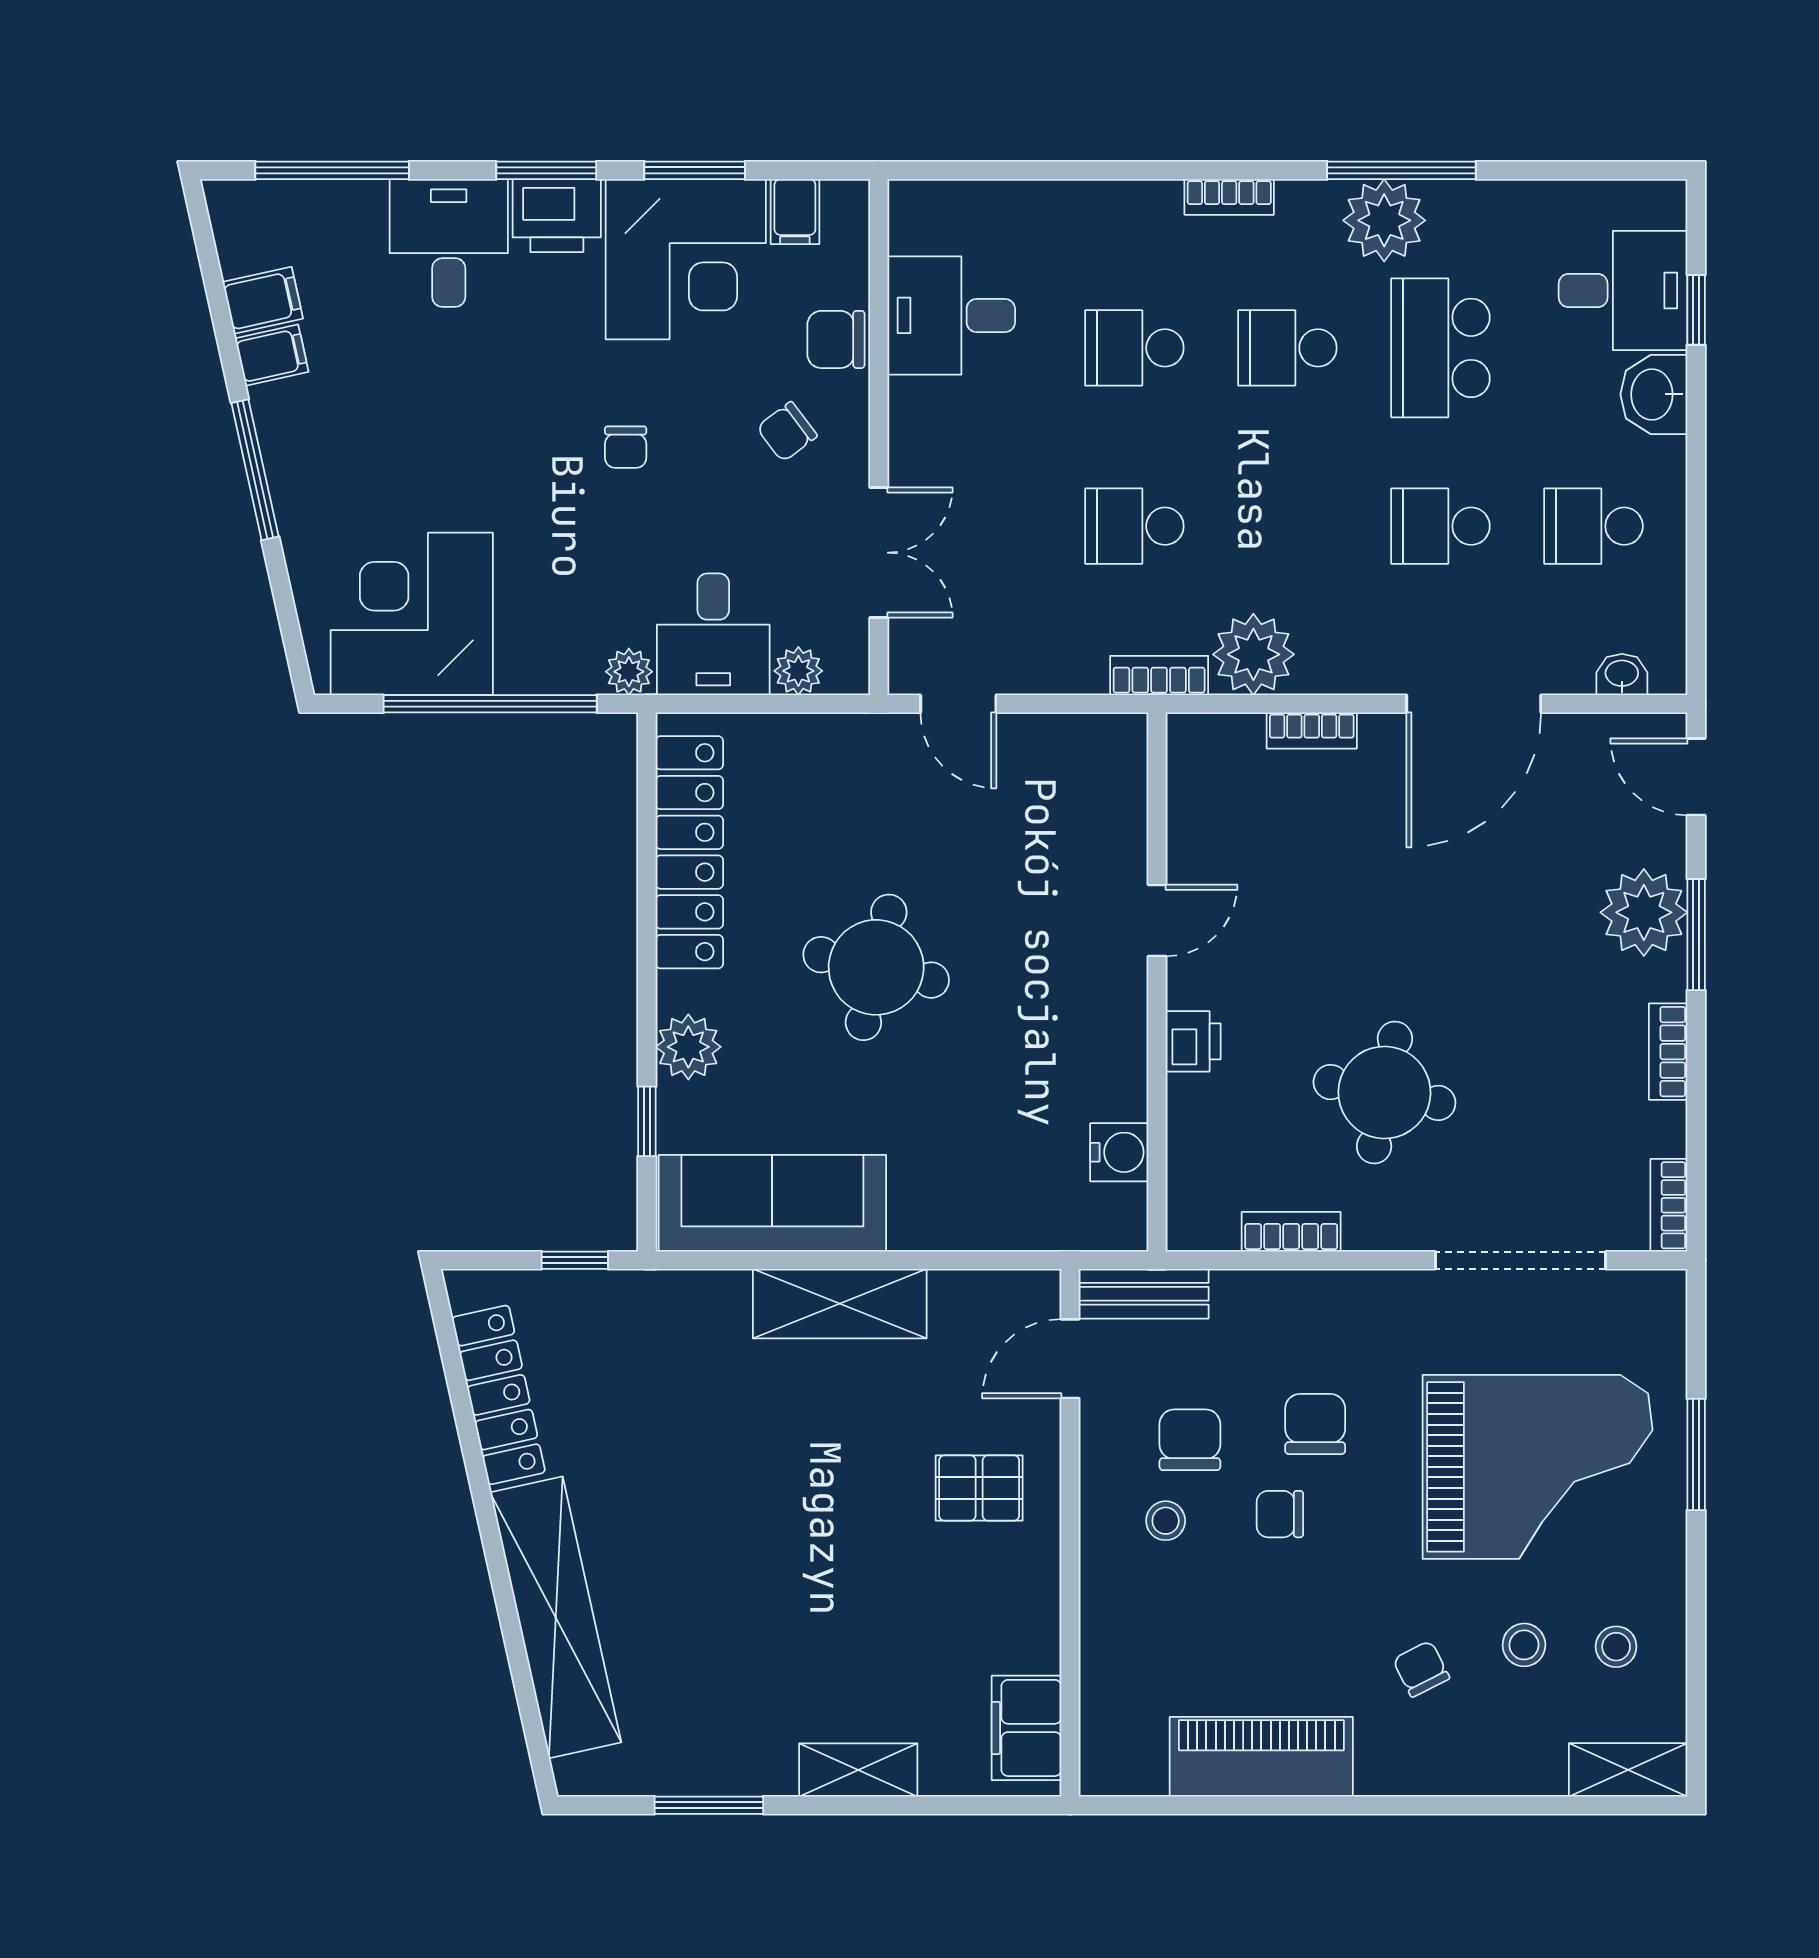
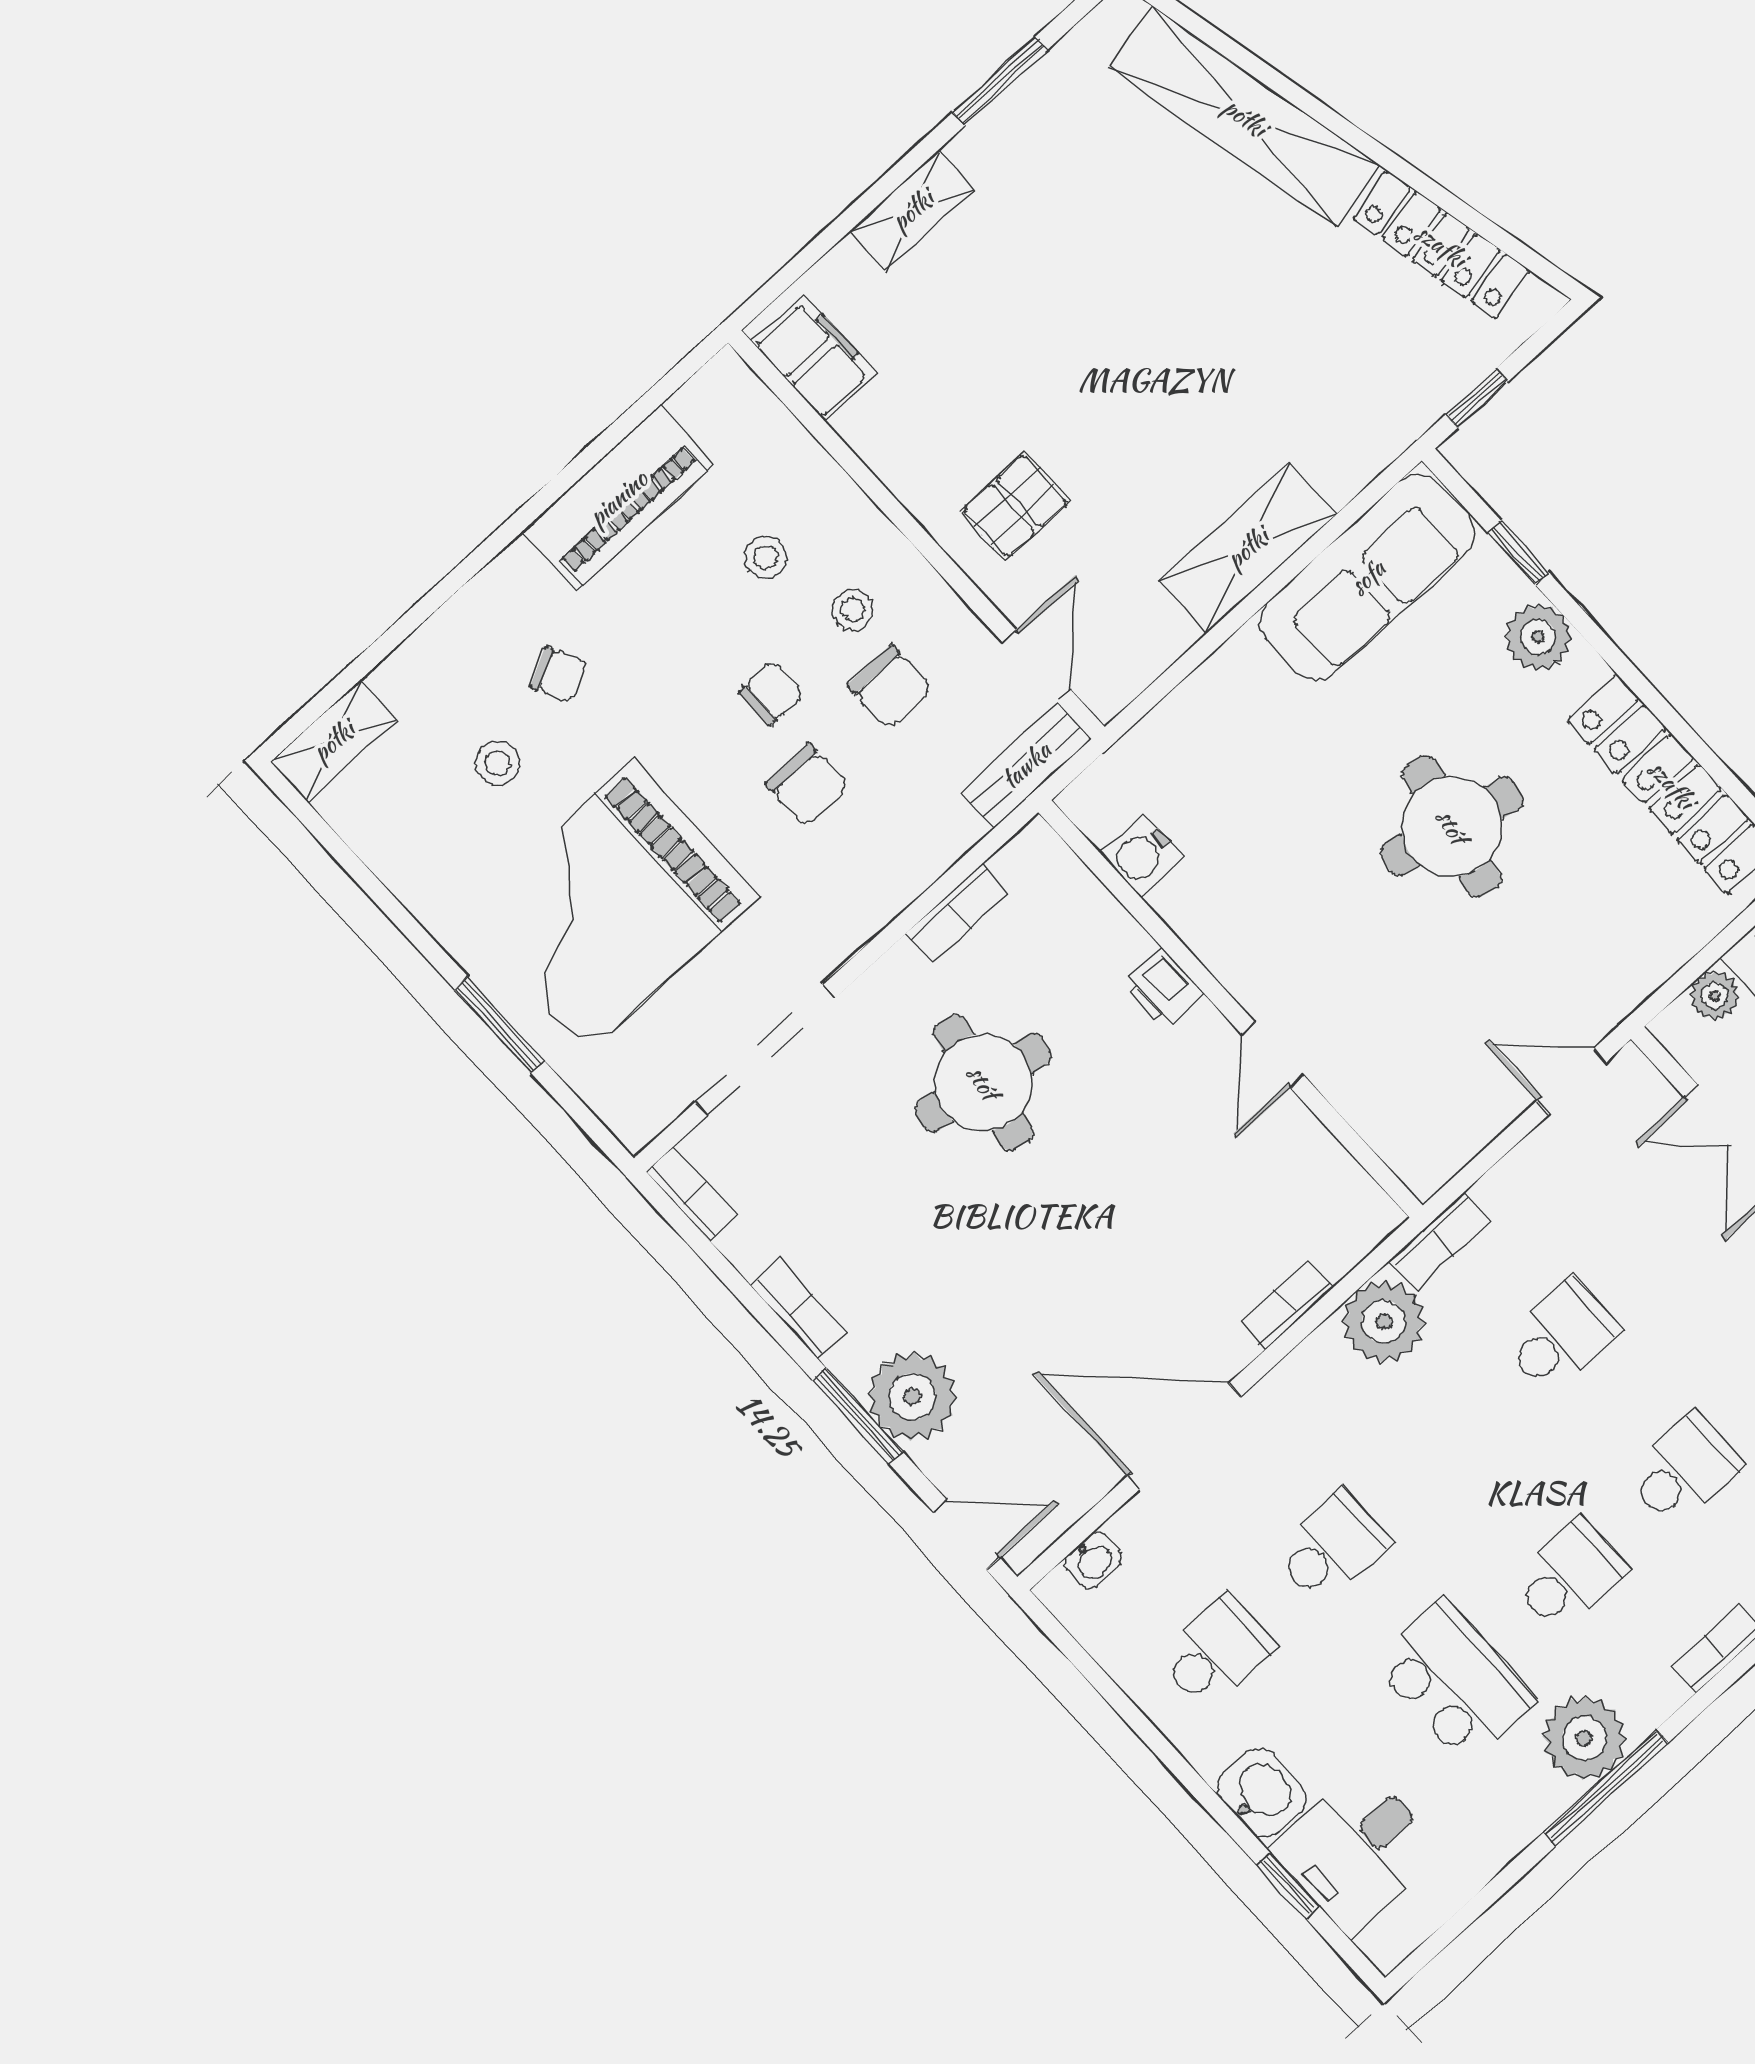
door: (1474, 704) -> (1184, 1436), hinge flipped
stool: (1616, 1647) -> (765, 557), moved

